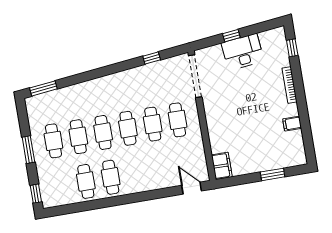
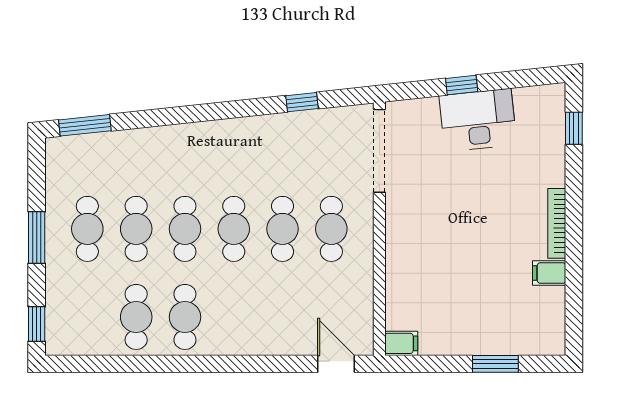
bookcase: (289, 85) -> (557, 223), moved
filing cabinet: (222, 166) -> (401, 343), width x0.50

